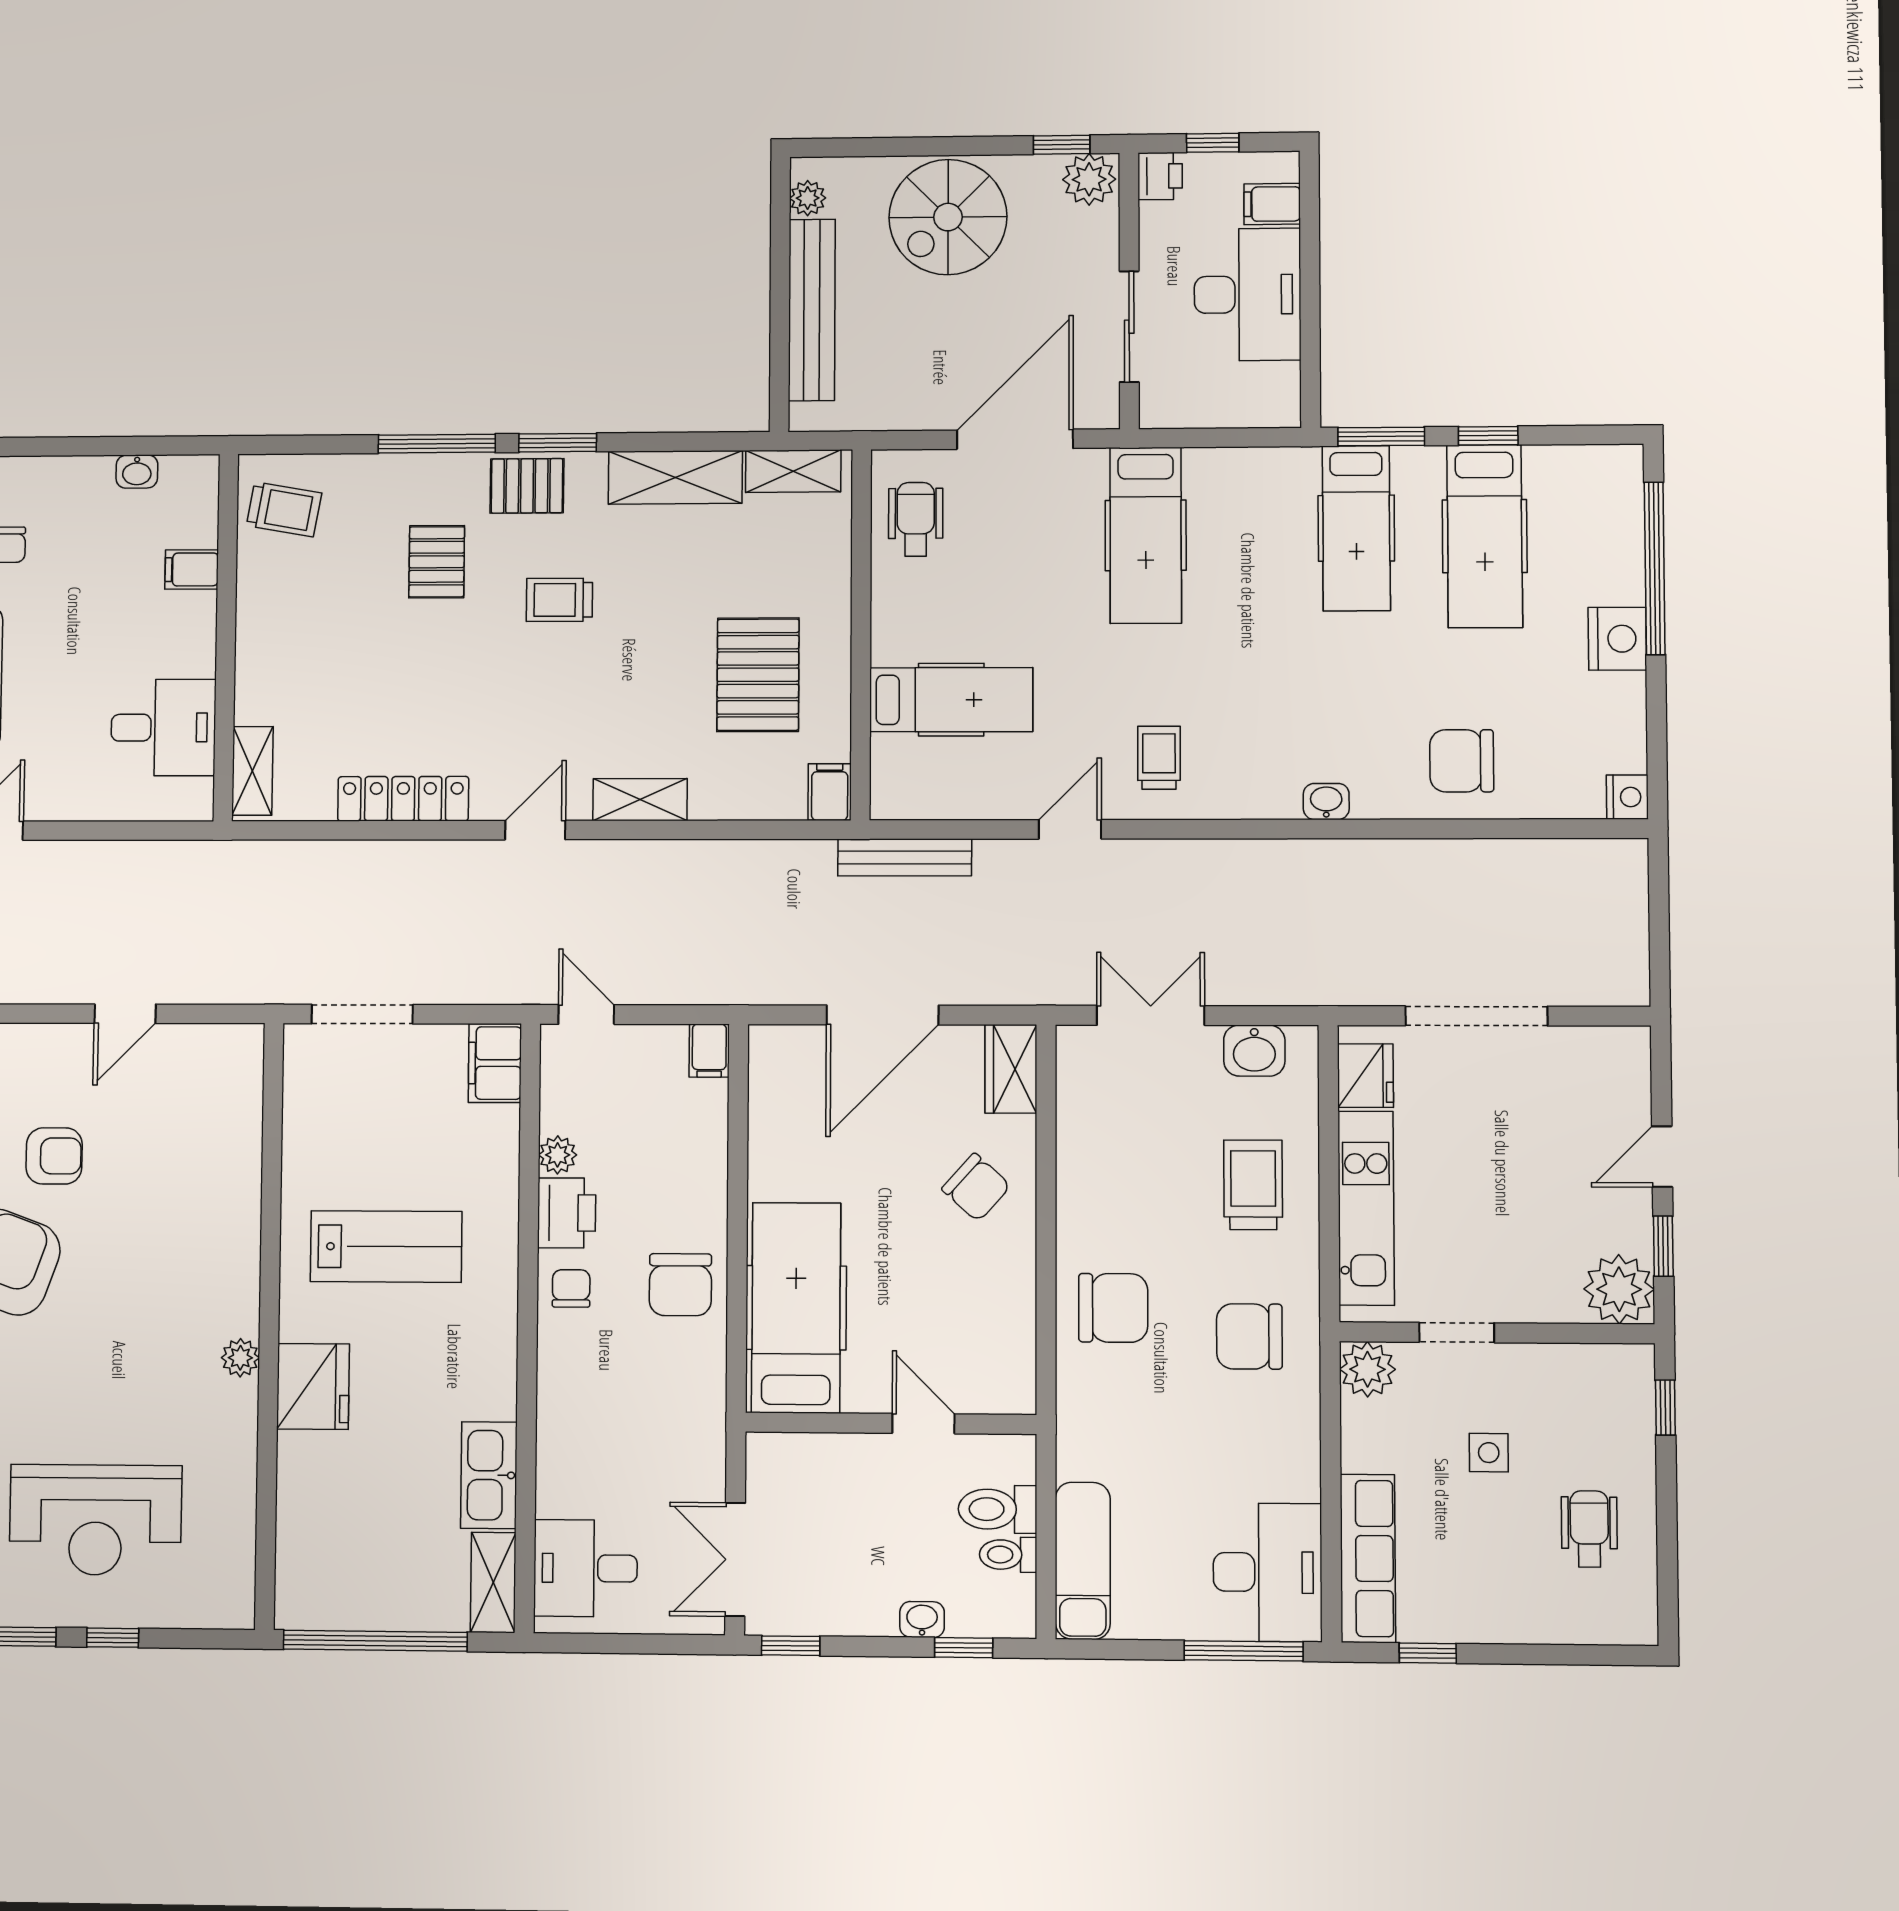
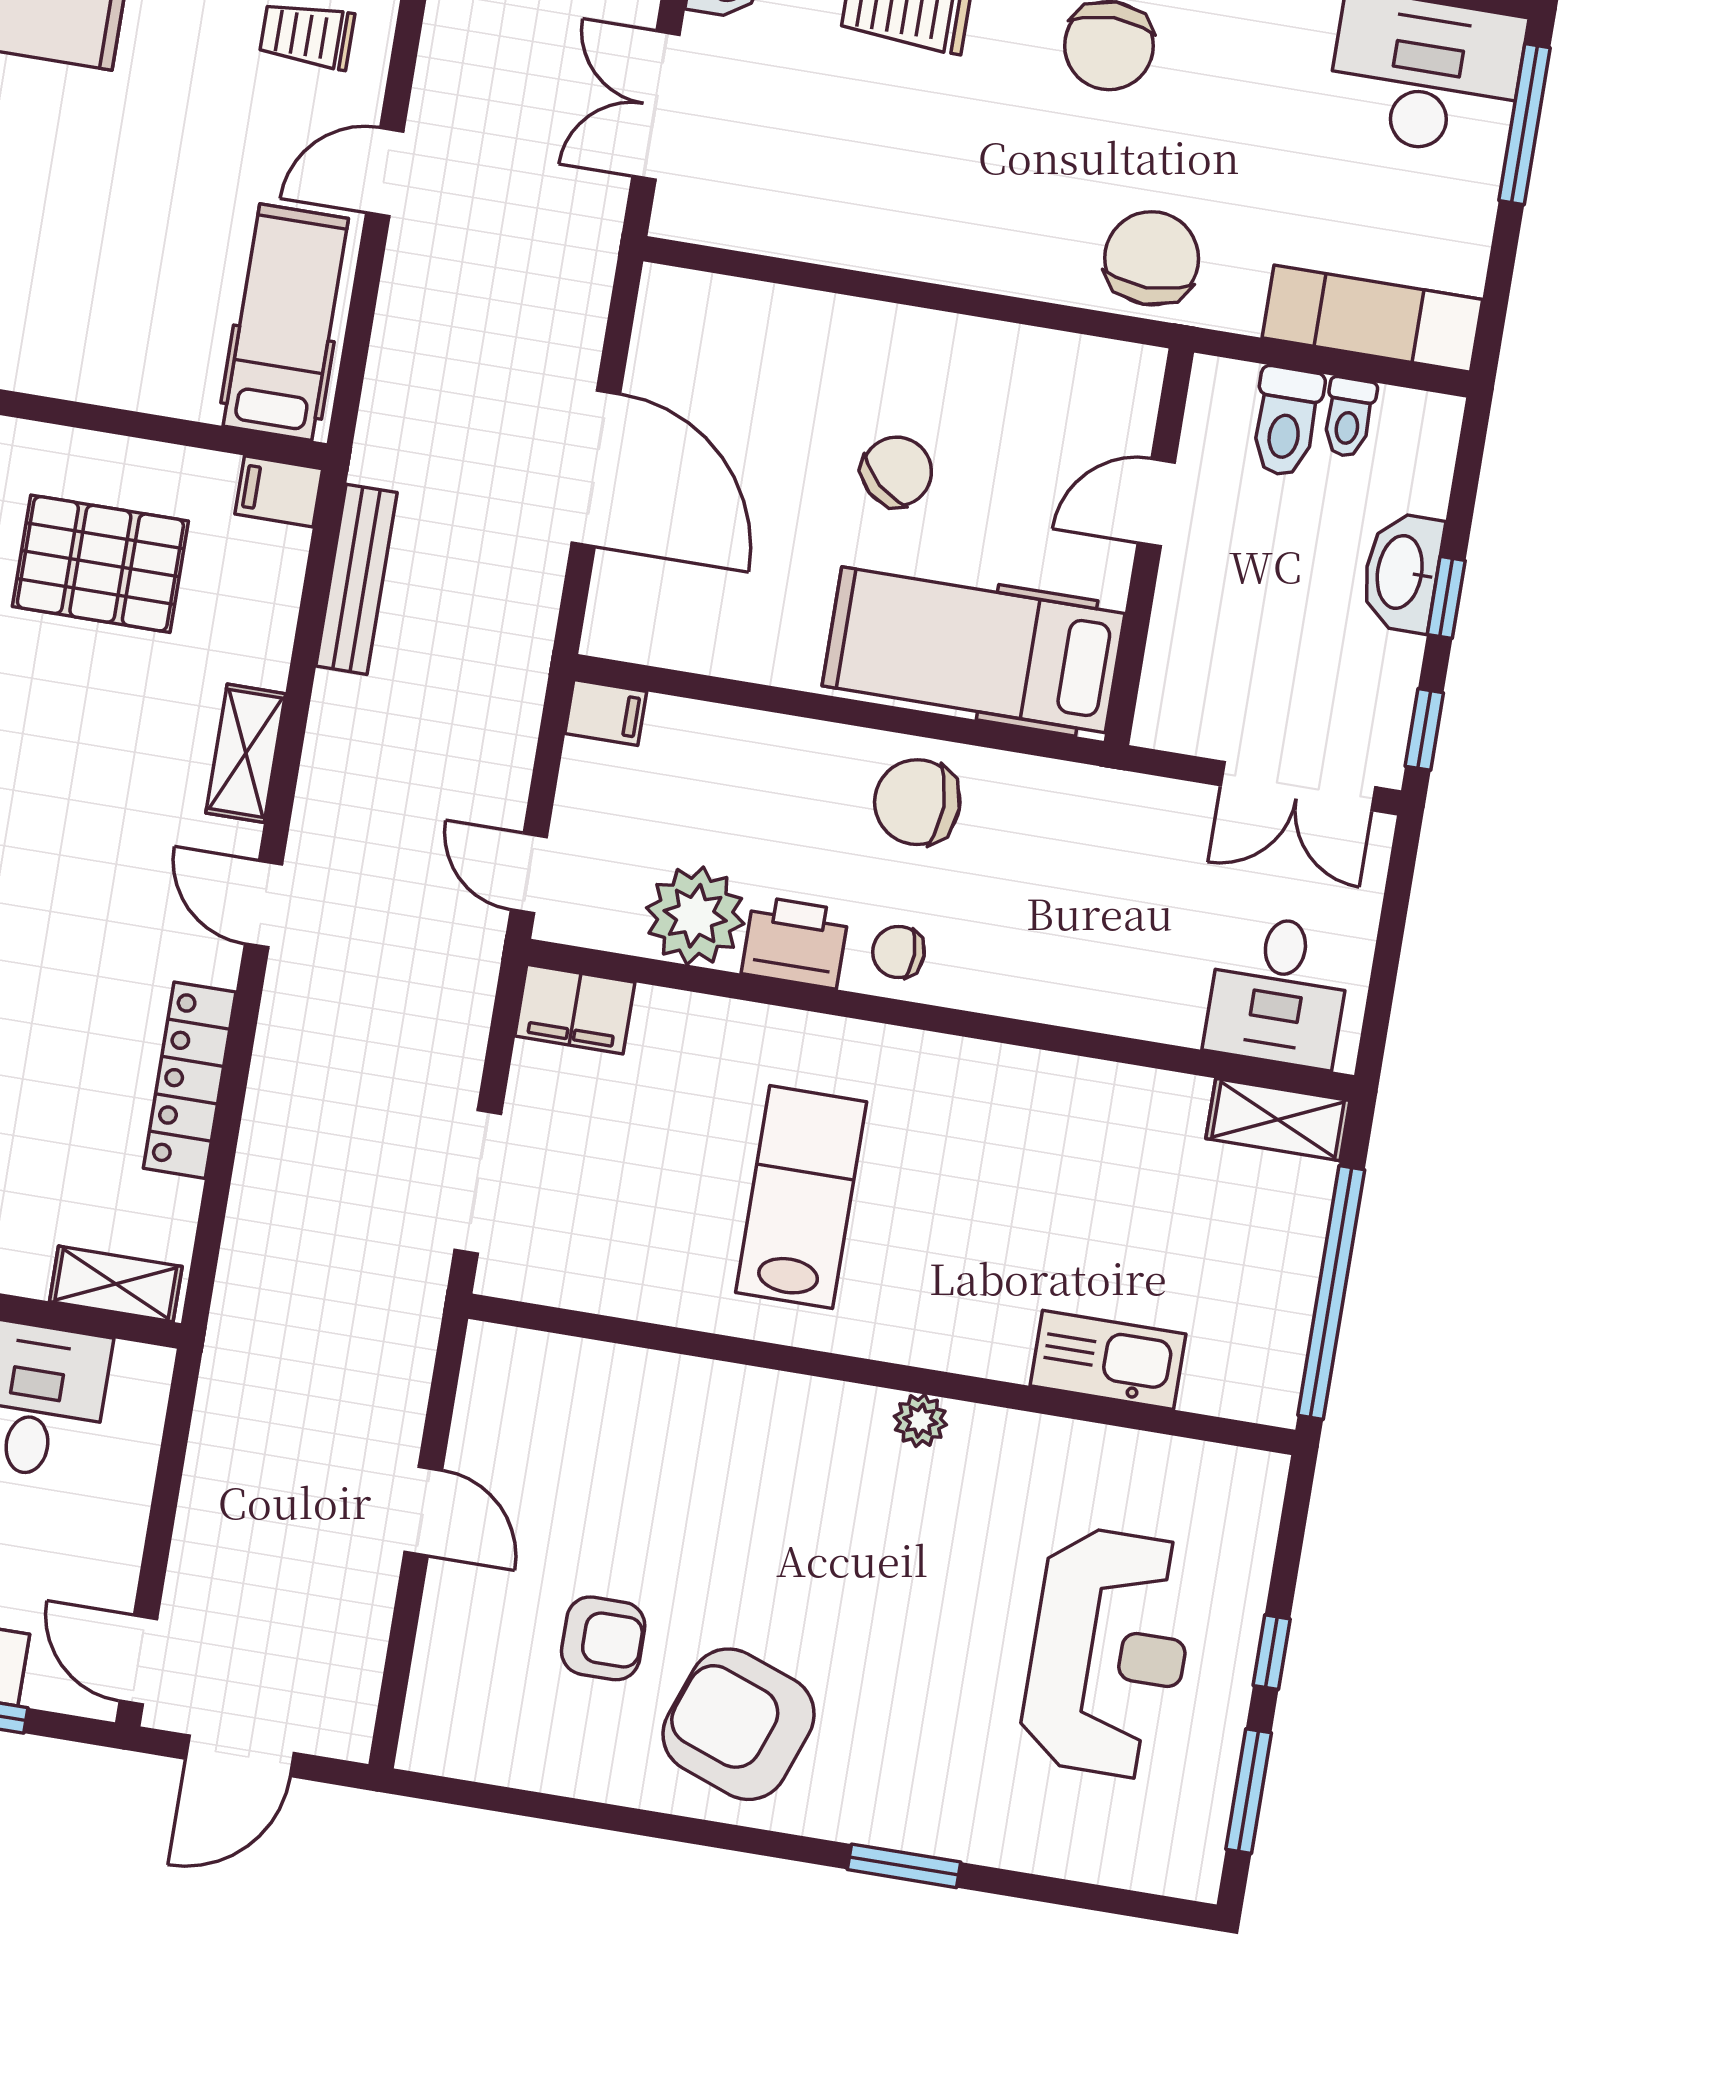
hospital bed: (951, 700) -> (286, 322), moved
door: (1070, 829) -> (385, 172), hinge flipped
bench: (905, 857) -> (357, 579), moved
door: (586, 1014) -> (529, 873), hinge flipped
wardrobe: (1011, 1069) -> (698, 306), removed
plant: (558, 1155) -> (695, 916), width x1.88, depth x1.88
armchair: (54, 1156) -> (603, 1638), turned 90
chair: (976, 1187) -> (897, 472), moved
chair: (680, 1285) -> (917, 802), turned 180
chair: (1113, 1308) -> (1152, 258), moved
fridge: (313, 1386) -> (975, 1326), removed
kitchen sink: (489, 1475) -> (1108, 1360), moved, turned 180
washbasin: (922, 1620) -> (1402, 572), width x1.91, depth x1.45
window: (964, 1648) -> (1446, 597), moved

